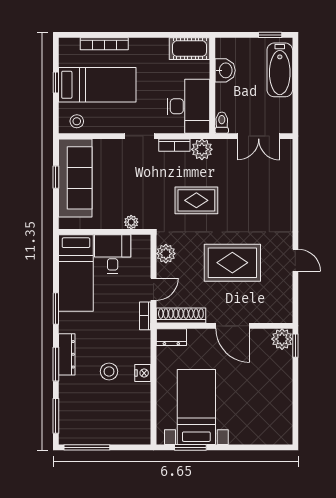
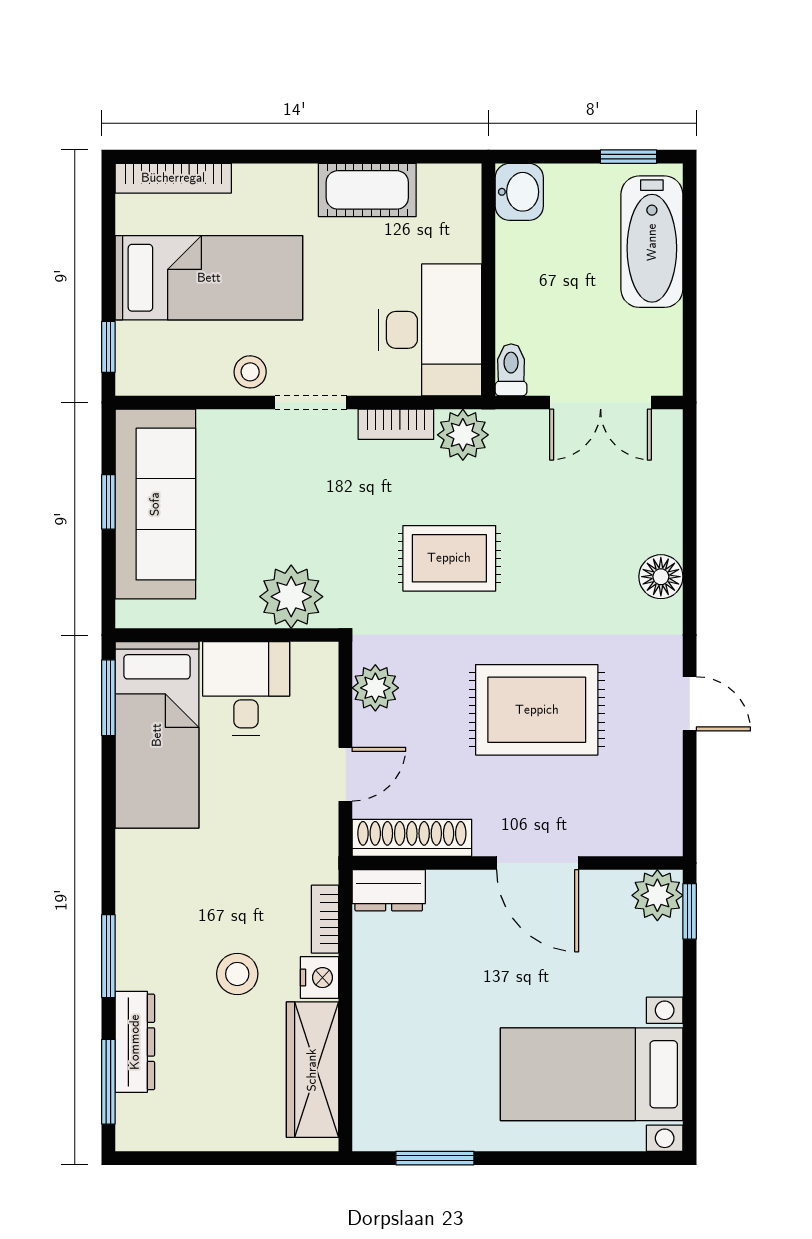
bookcase: (104, 44) -> (173, 178), moved
cot: (190, 49) -> (367, 190), moved
washbasin: (225, 70) -> (519, 192), moved
window: (56, 83) -> (108, 347), moved
stool: (77, 121) -> (250, 372), moved
floor lamp: (283, 208) -> (661, 577), added
plant: (131, 222) -> (291, 597), width x1.87, depth x1.87
window: (56, 309) -> (108, 698), moved
bookcase: (145, 316) -> (325, 919), moved
dresser: (67, 354) -> (135, 1042), moved
bed with nightstands: (196, 407) -> (592, 1074), moved, turned -90
wardrobe: (140, 411) -> (312, 1070), added
window: (87, 447) -> (183, 1158), removed

